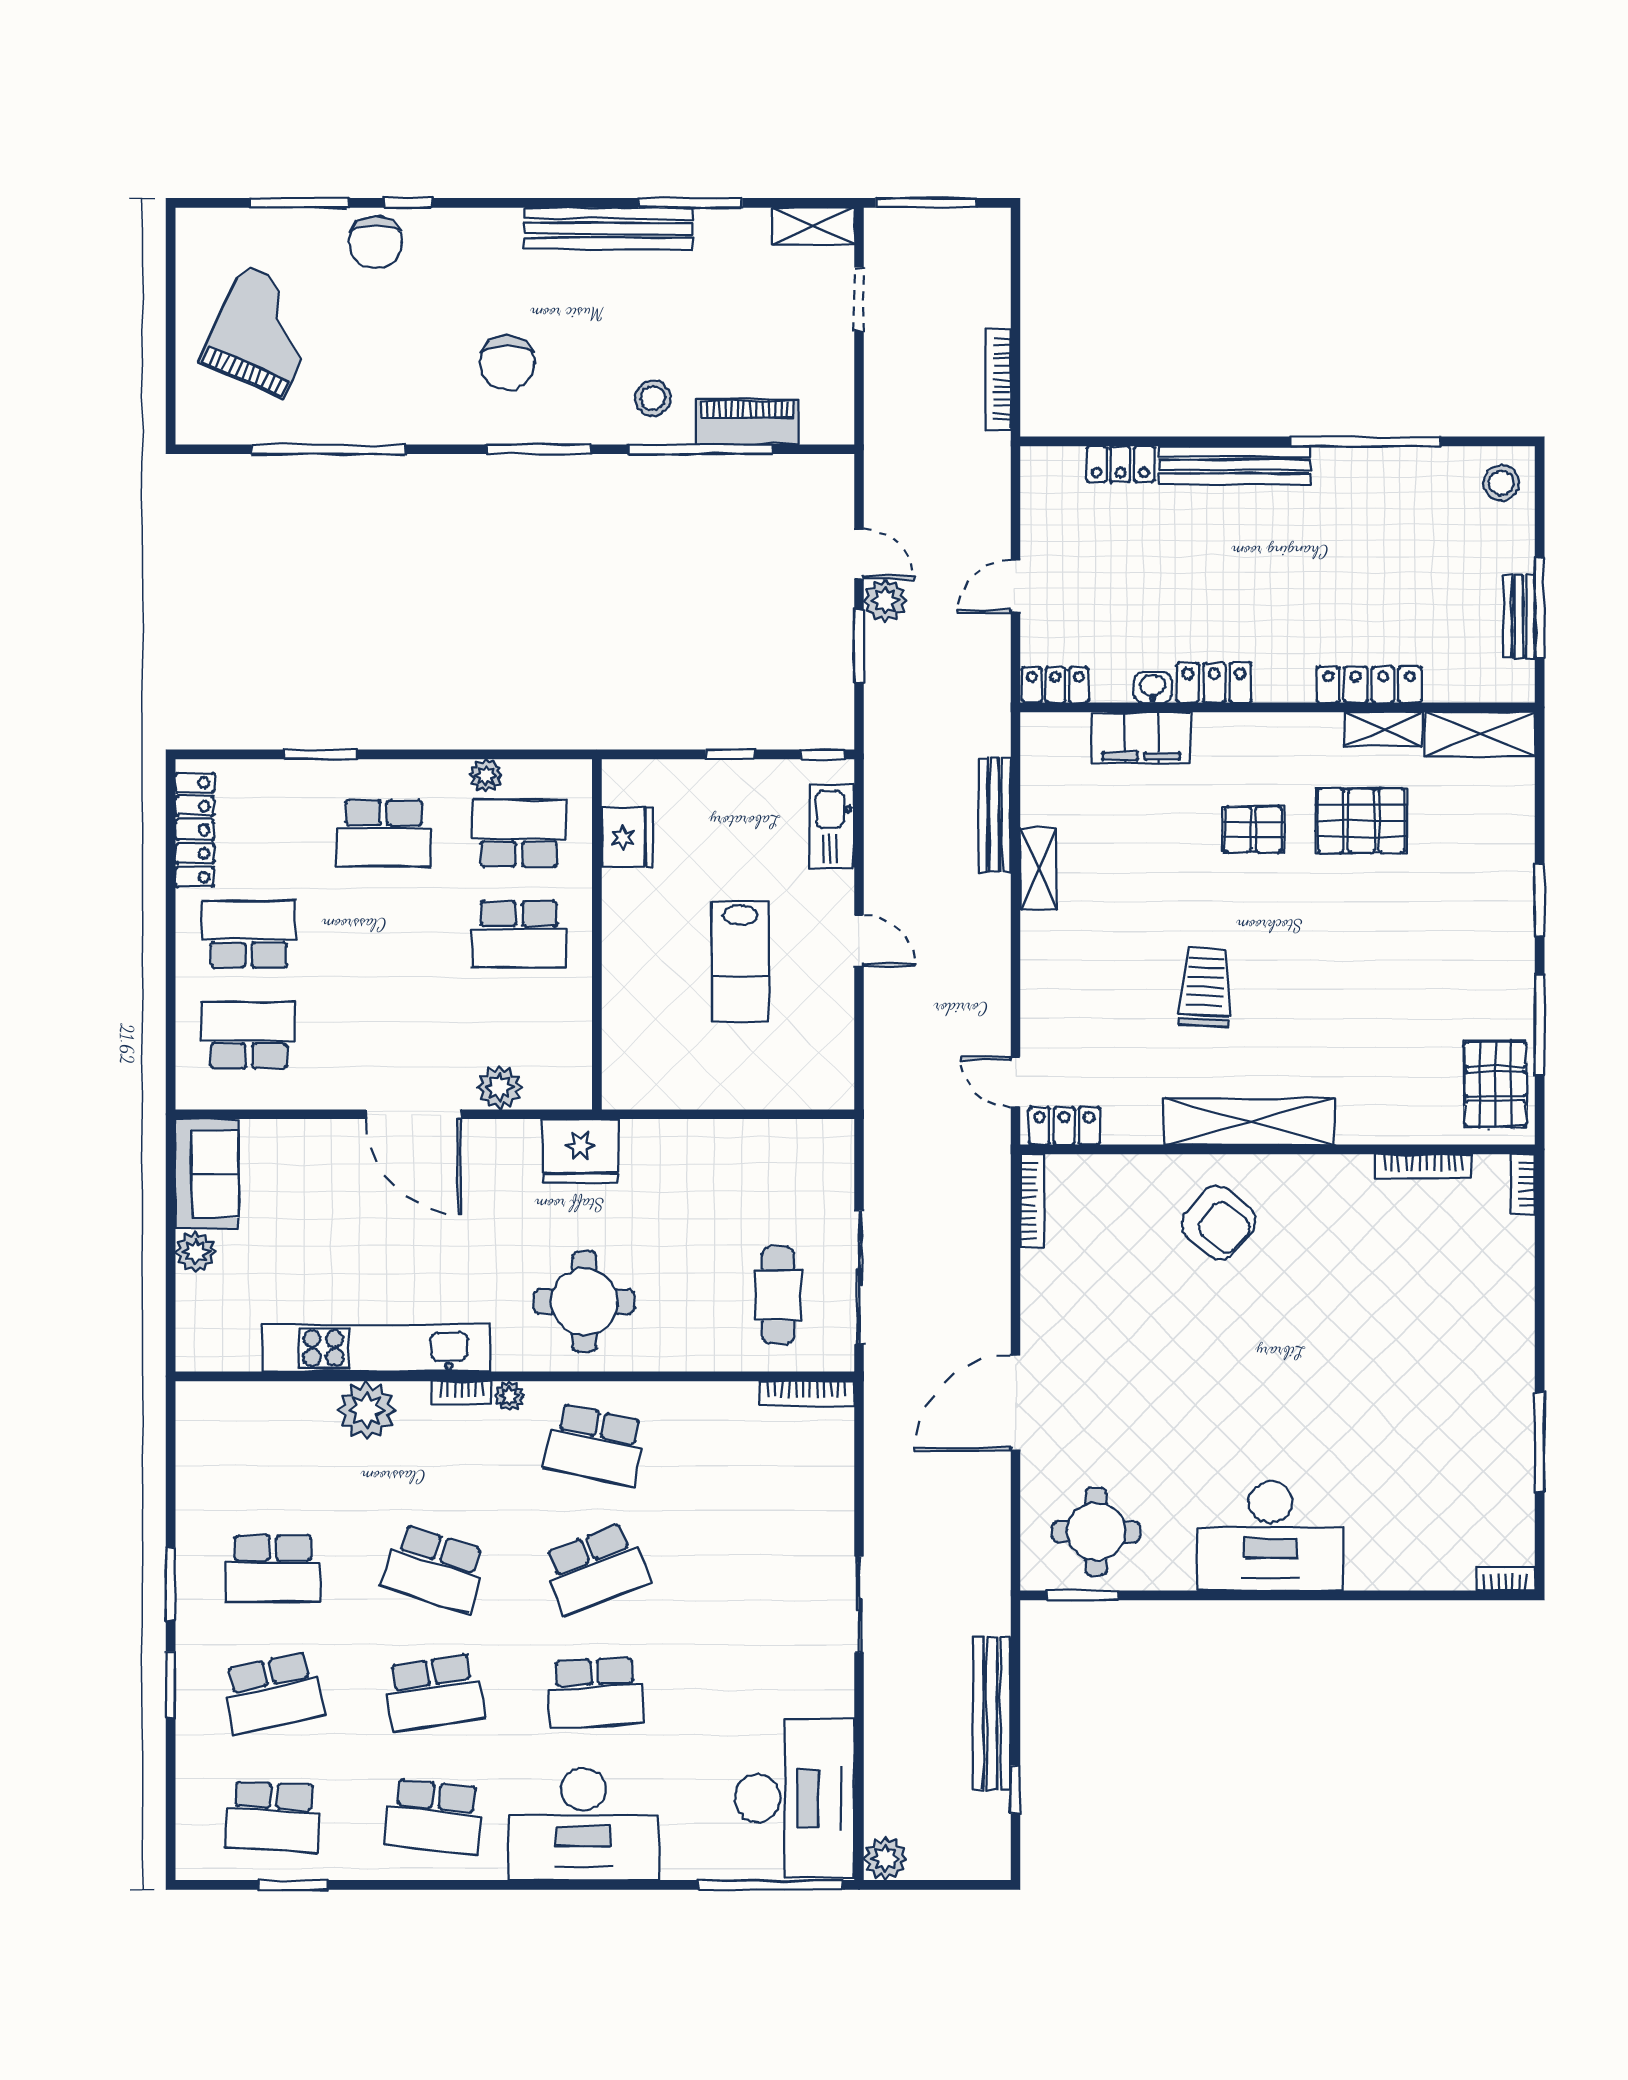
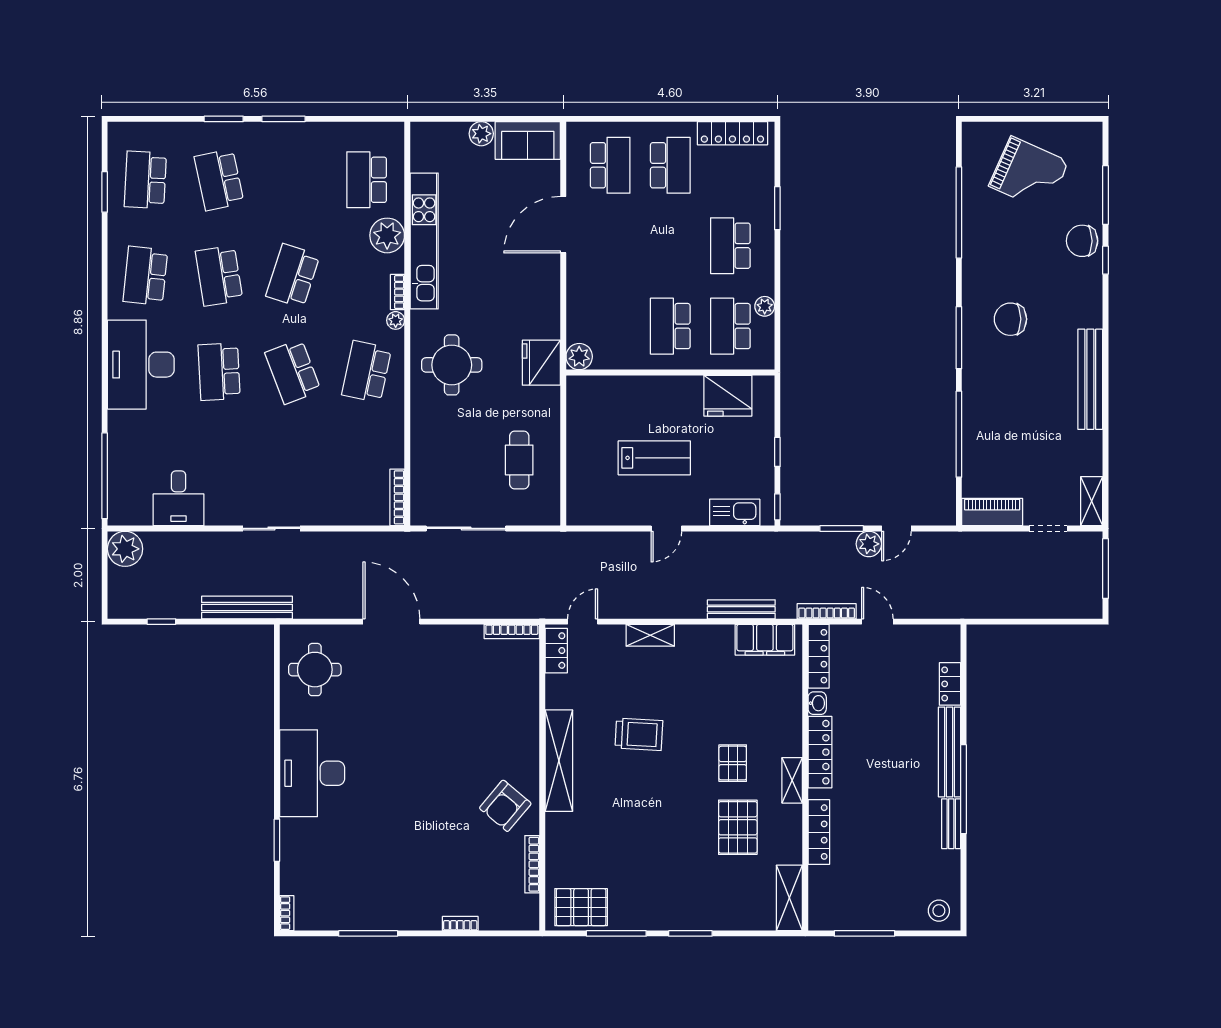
window: (690, 203) -> (1106, 428), removed
bookcase: (998, 379) -> (827, 611), moved
stool: (653, 398) -> (989, 406), removed
piano: (747, 422) -> (992, 512), moved, turned -90
window: (1366, 441) -> (964, 789), moved
bench: (1519, 617) -> (951, 824), moved, turned 90
locker: (1214, 683) -> (820, 752), width x1.53
locker: (1055, 685) -> (819, 656), width x1.53
shelving: (1384, 729) -> (792, 780), moved
filing cabinet: (1141, 738) -> (765, 640), moved, turned -90
school desk: (519, 833) -> (730, 326), turned 180
fridge: (627, 838) -> (728, 396), width x1.36, depth x1.34
shelving: (1038, 869) -> (650, 635), moved
lab bench: (740, 961) -> (654, 458), turned 180
plant: (500, 1087) -> (579, 357), moved
door: (414, 1114) -> (563, 225), moved
bookcase: (1523, 1184) -> (460, 924), moved
armchair: (1218, 1222) -> (505, 806), moved
cafe table: (778, 1295) -> (519, 460), moved, turned 90
school desk: (273, 1569) -> (367, 180), moved
window: (1083, 1595) -> (277, 840), moved
bench: (992, 1714) -> (247, 607), moved
desk: (795, 1798) -> (179, 498), width x0.53, depth x0.77
plant: (885, 1858) -> (125, 549), width x1.36, depth x1.36

